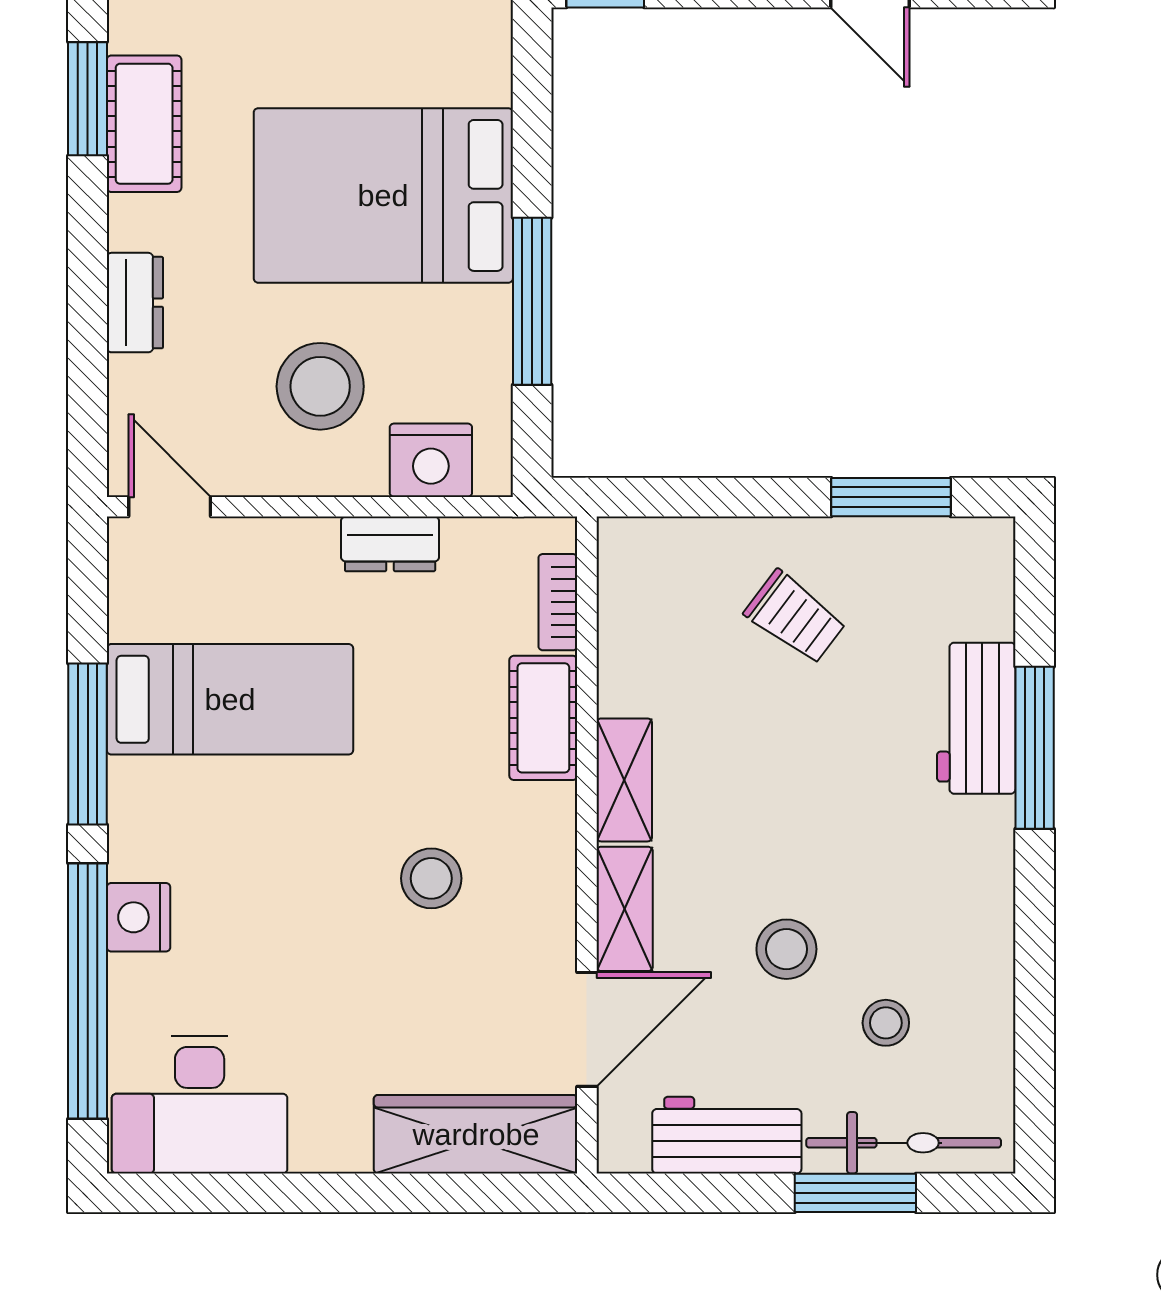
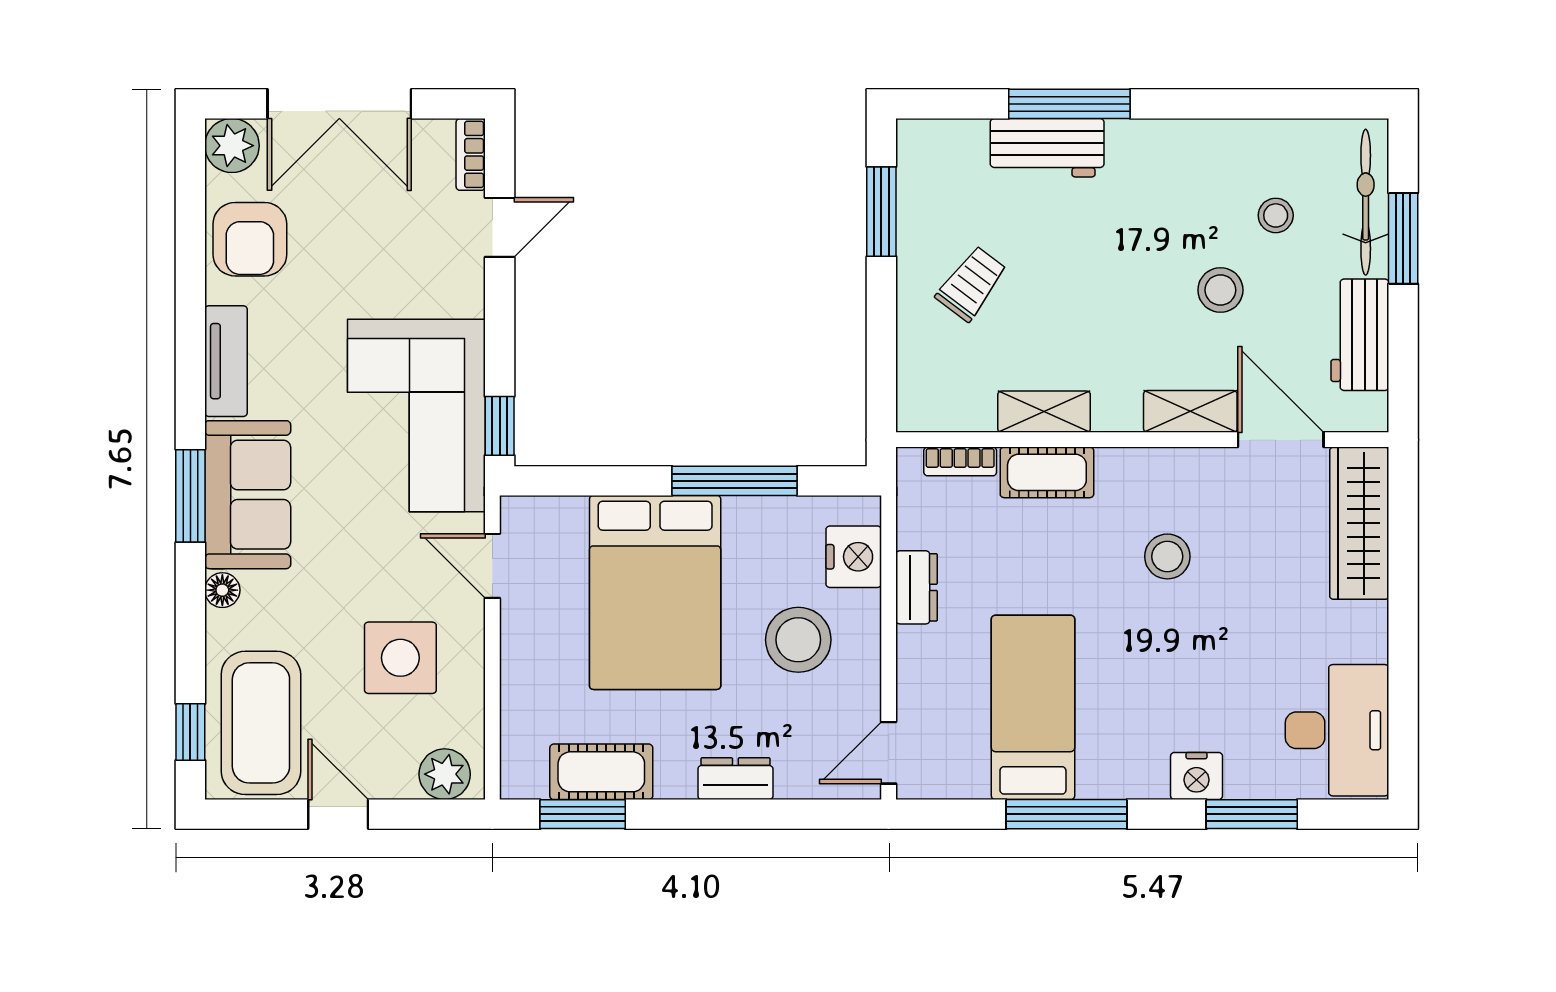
shelving: (624, 780) -> (1044, 412), moved
window: (88, 991) -> (1252, 814), width x0.47

